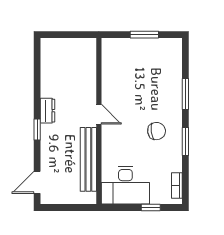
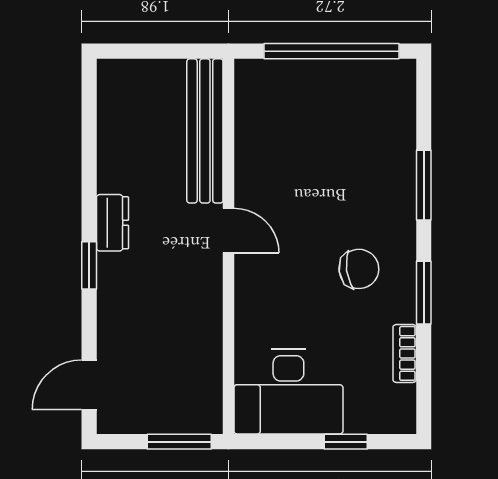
window: (144, 35) -> (331, 51), width x2.11
bench: (88, 159) -> (205, 131), moved
bookcase: (177, 185) -> (405, 353), moved
window: (77, 208) -> (179, 442), added

